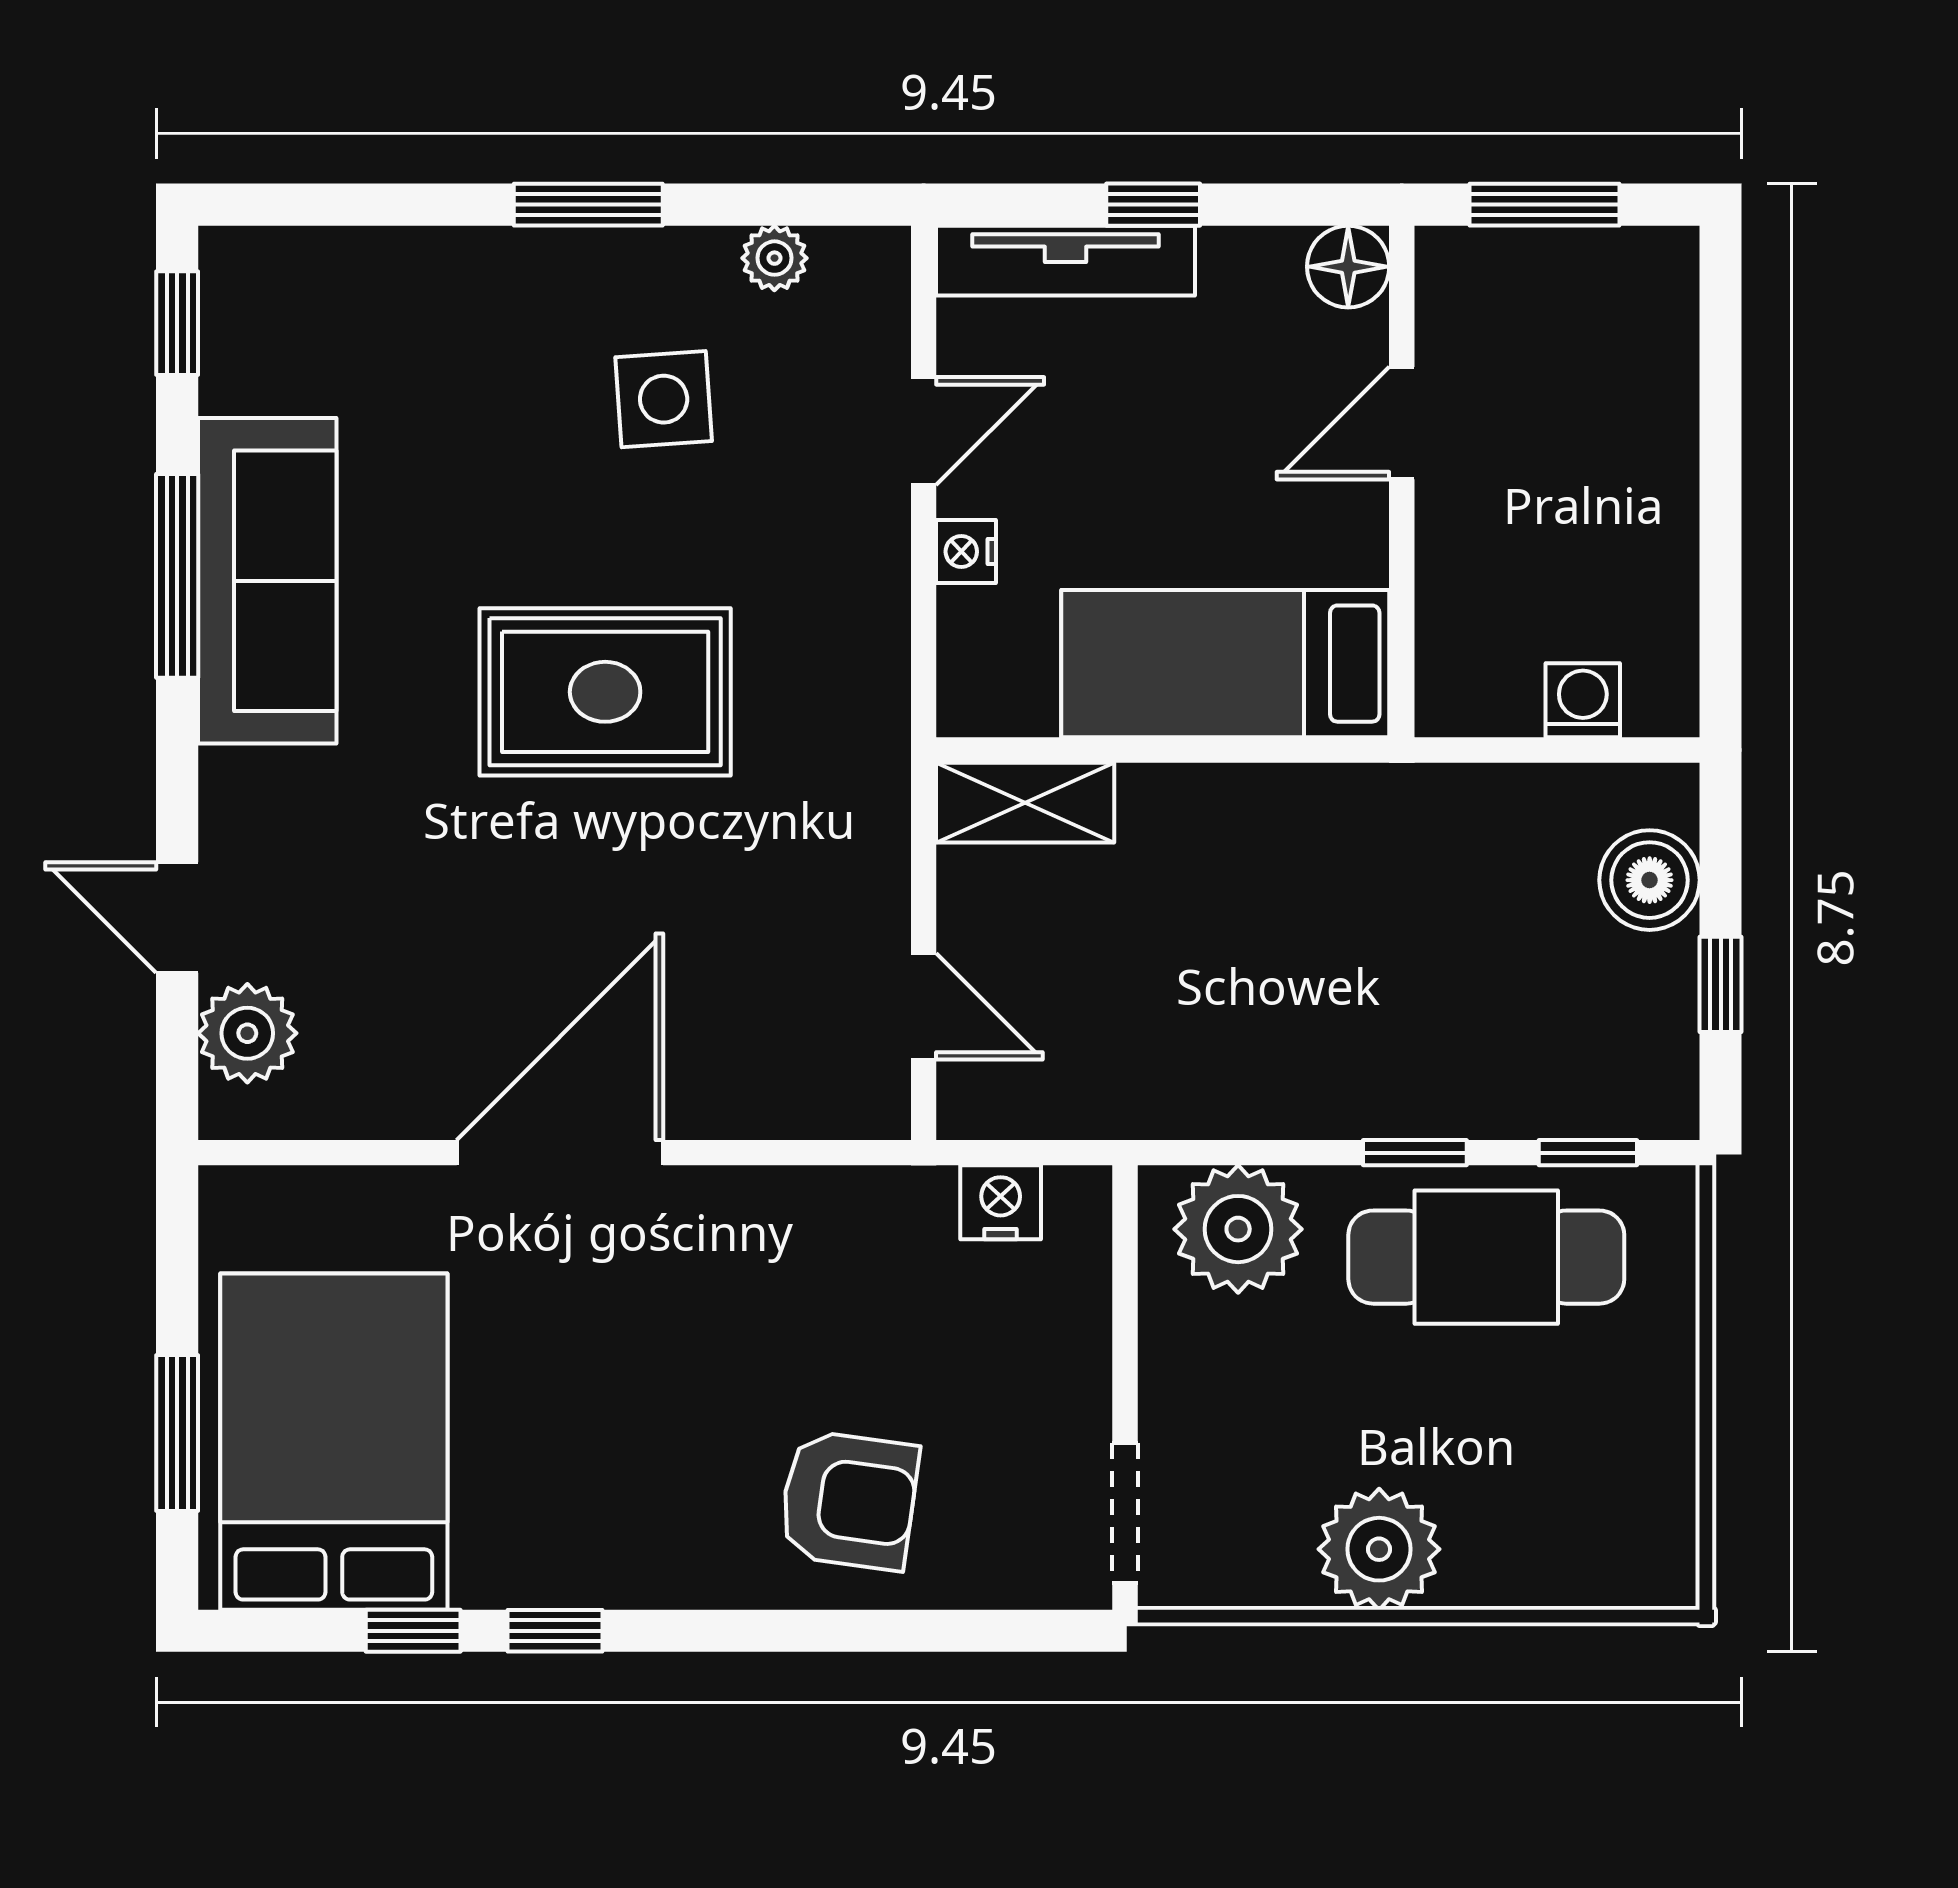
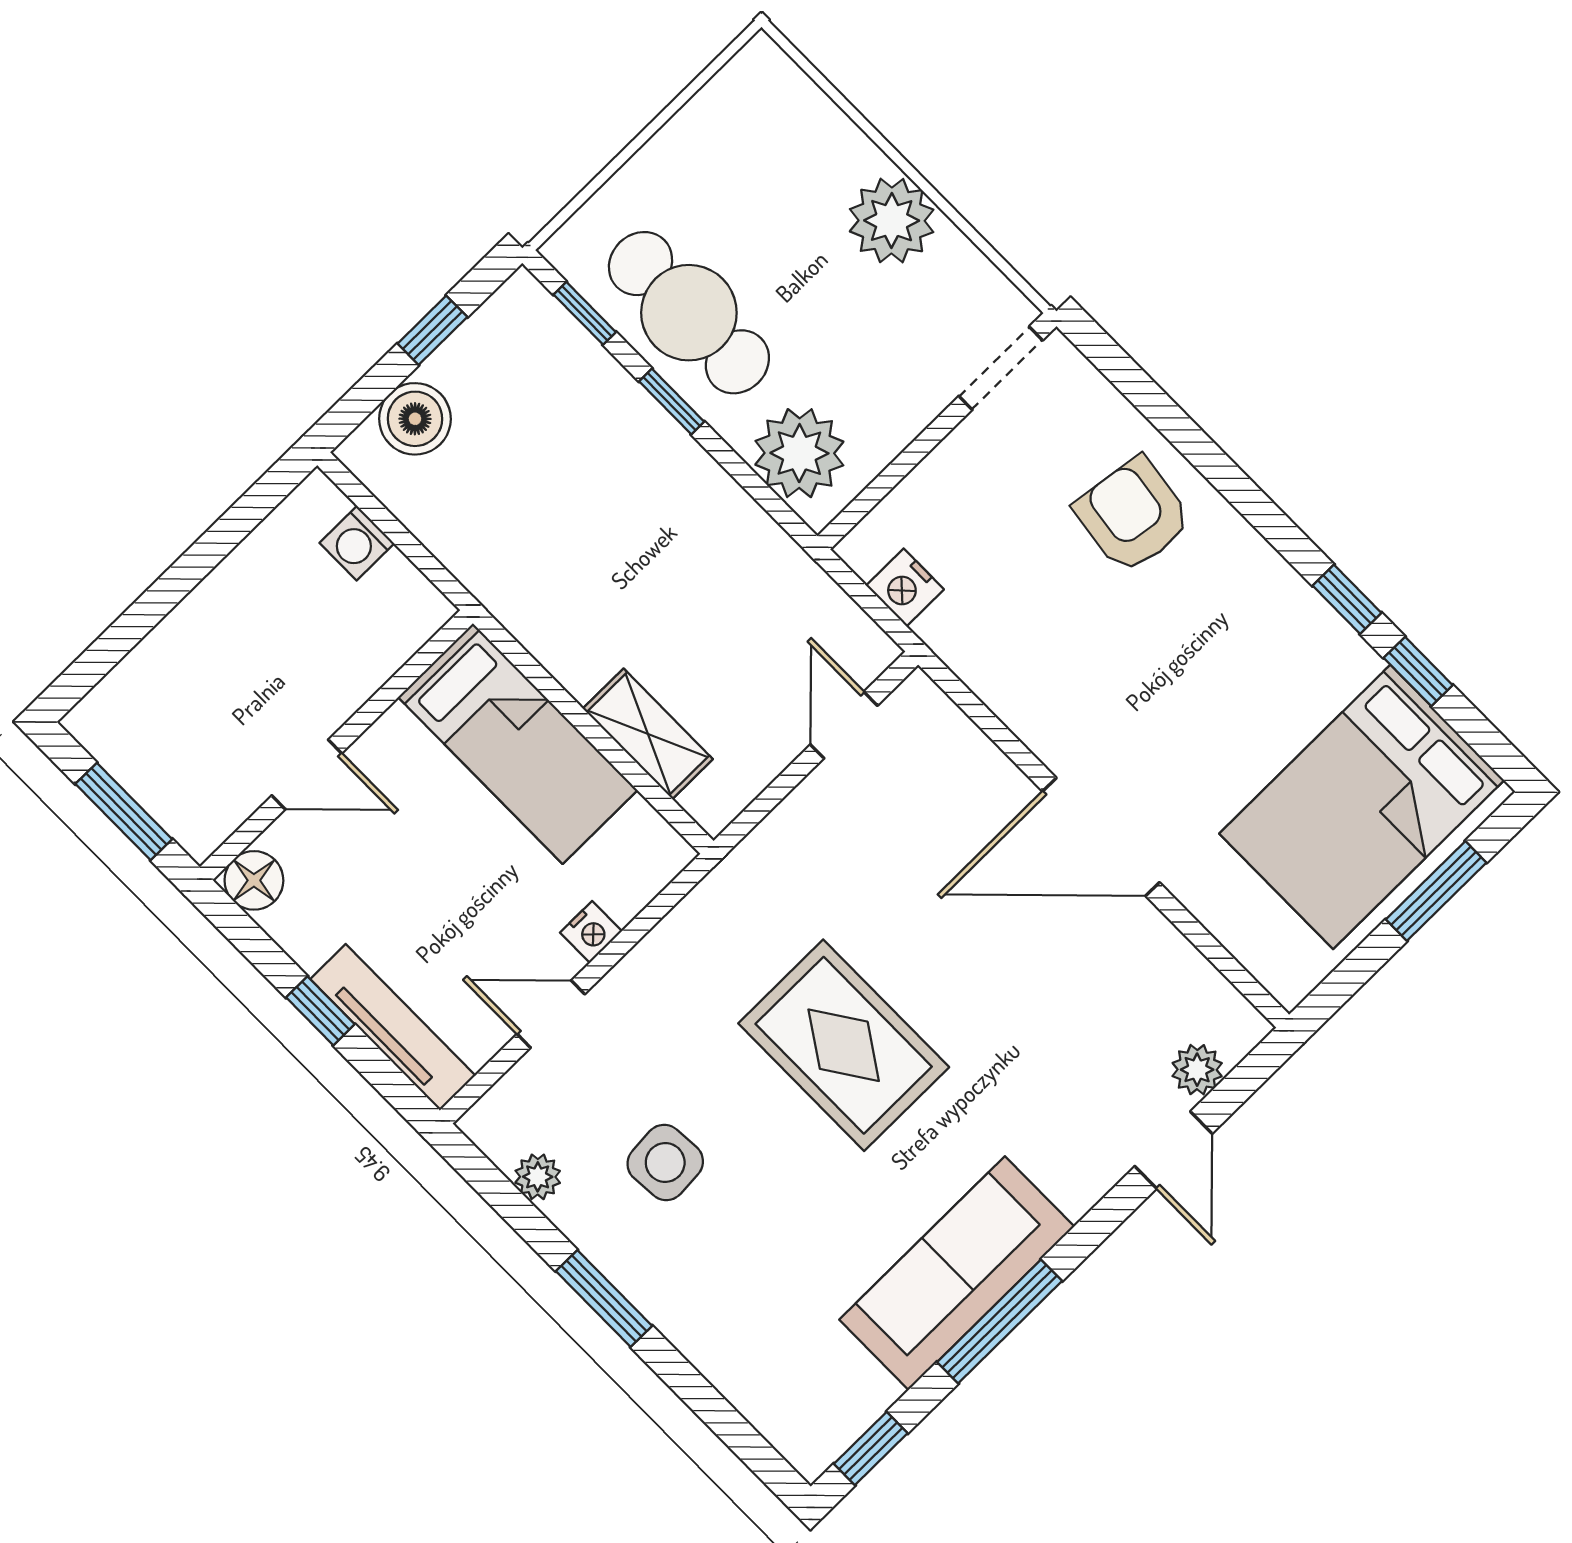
shelving: (1025, 803) -> (648, 734), moved
plant: (247, 1033) -> (1197, 1070), width x0.73, depth x0.73

